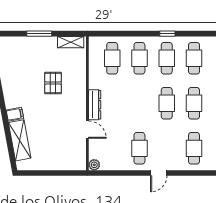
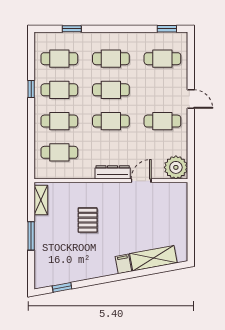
pallet: (53, 83) -> (88, 220), turned 90
cafe table: (139, 103) -> (111, 121), added
plant: (94, 165) -> (176, 167), width x1.88, depth x1.88

